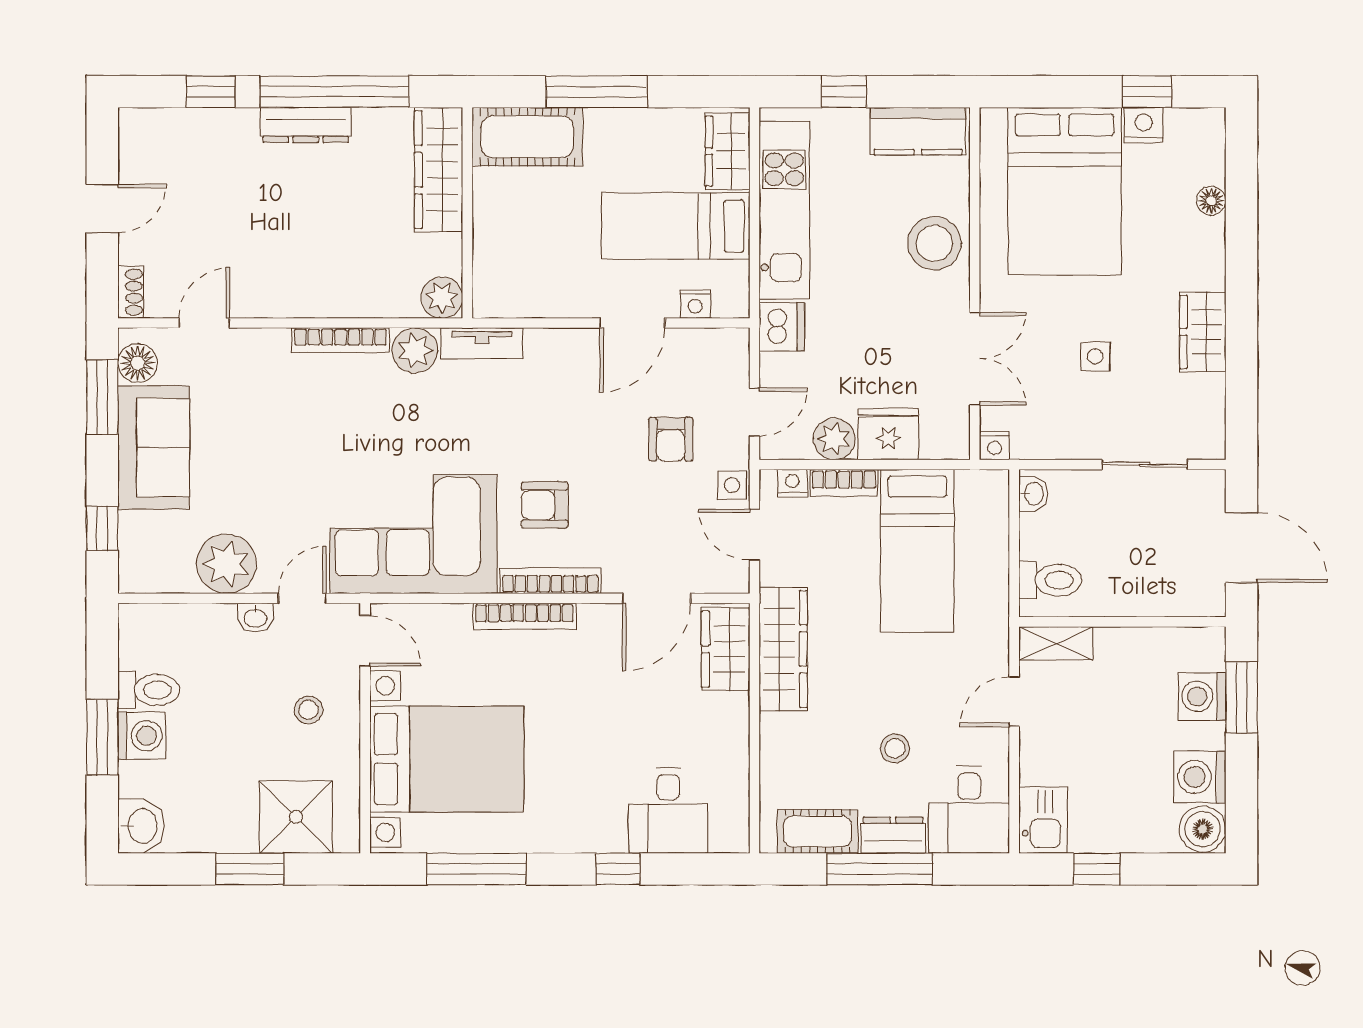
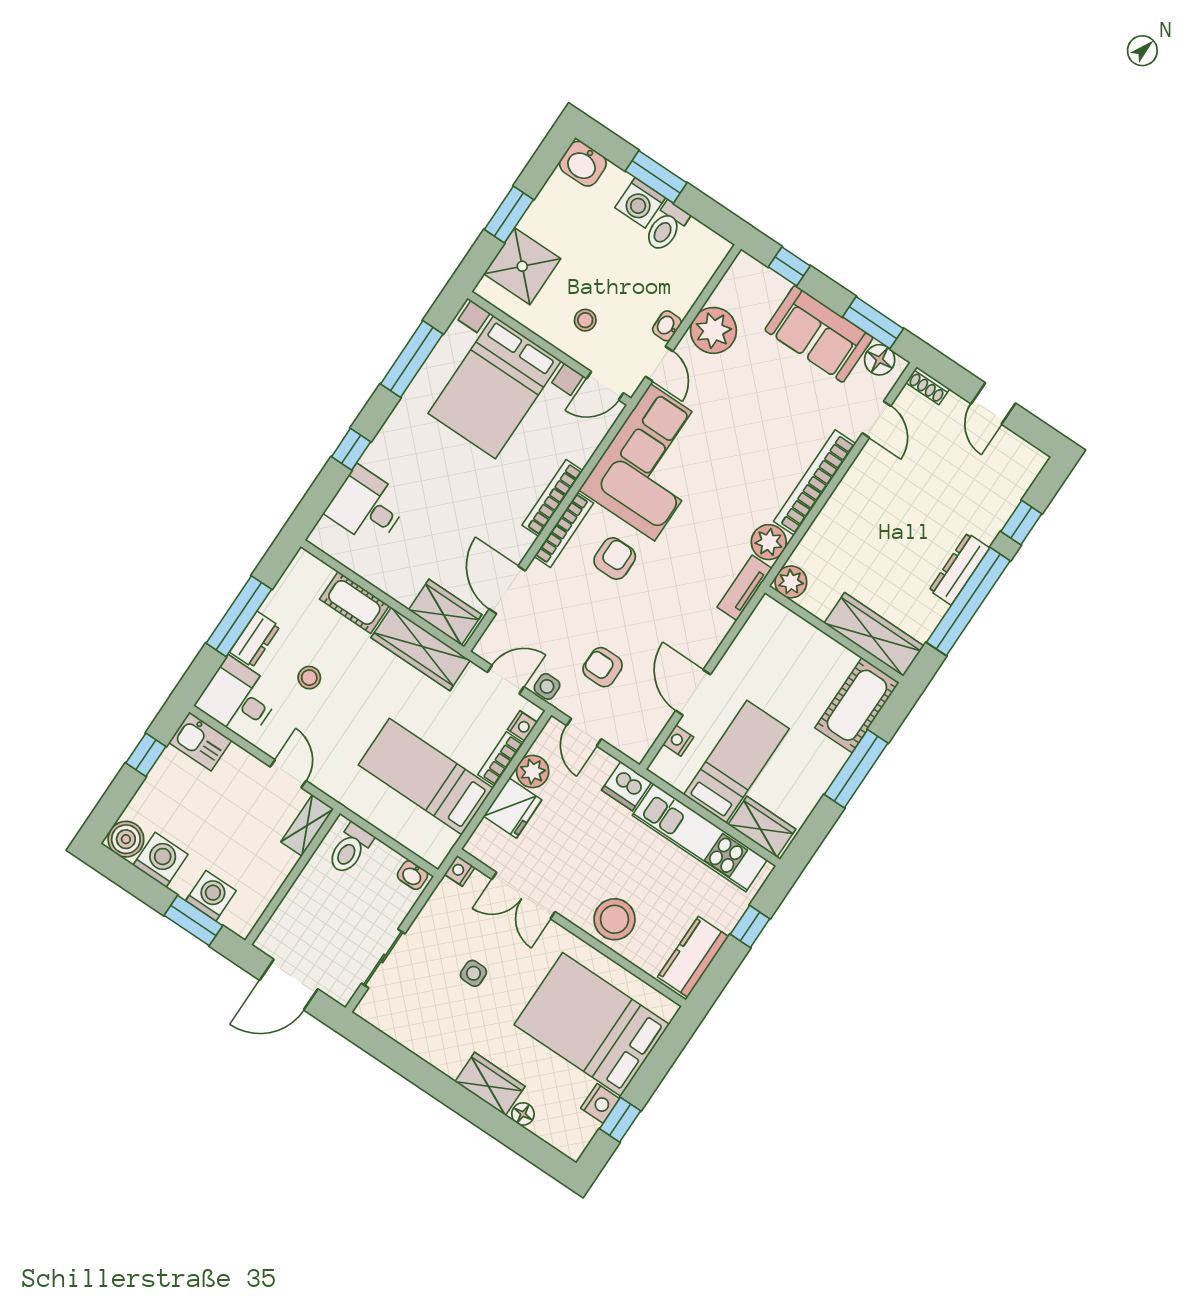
wardrobe: (1203, 332) -> (490, 1084), moved
bookcase: (341, 340) -> (815, 482), width x1.48, depth x1.31
cot: (818, 831) -> (354, 602), moved, turned 90

